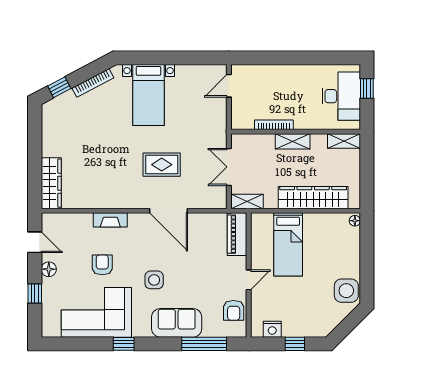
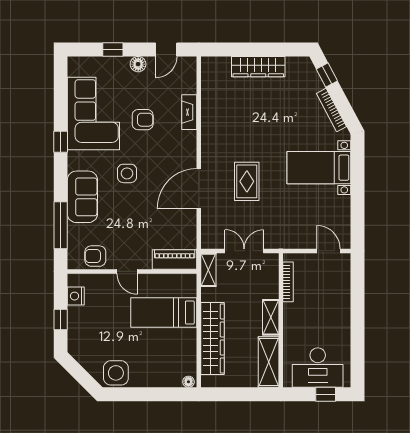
bookcase: (274, 125) -> (288, 282), moved
shelving: (344, 141) -> (269, 362), width x1.50, depth x1.33
wardrobe: (51, 183) -> (258, 67), moved
fireplace: (110, 220) -> (189, 112), moved

